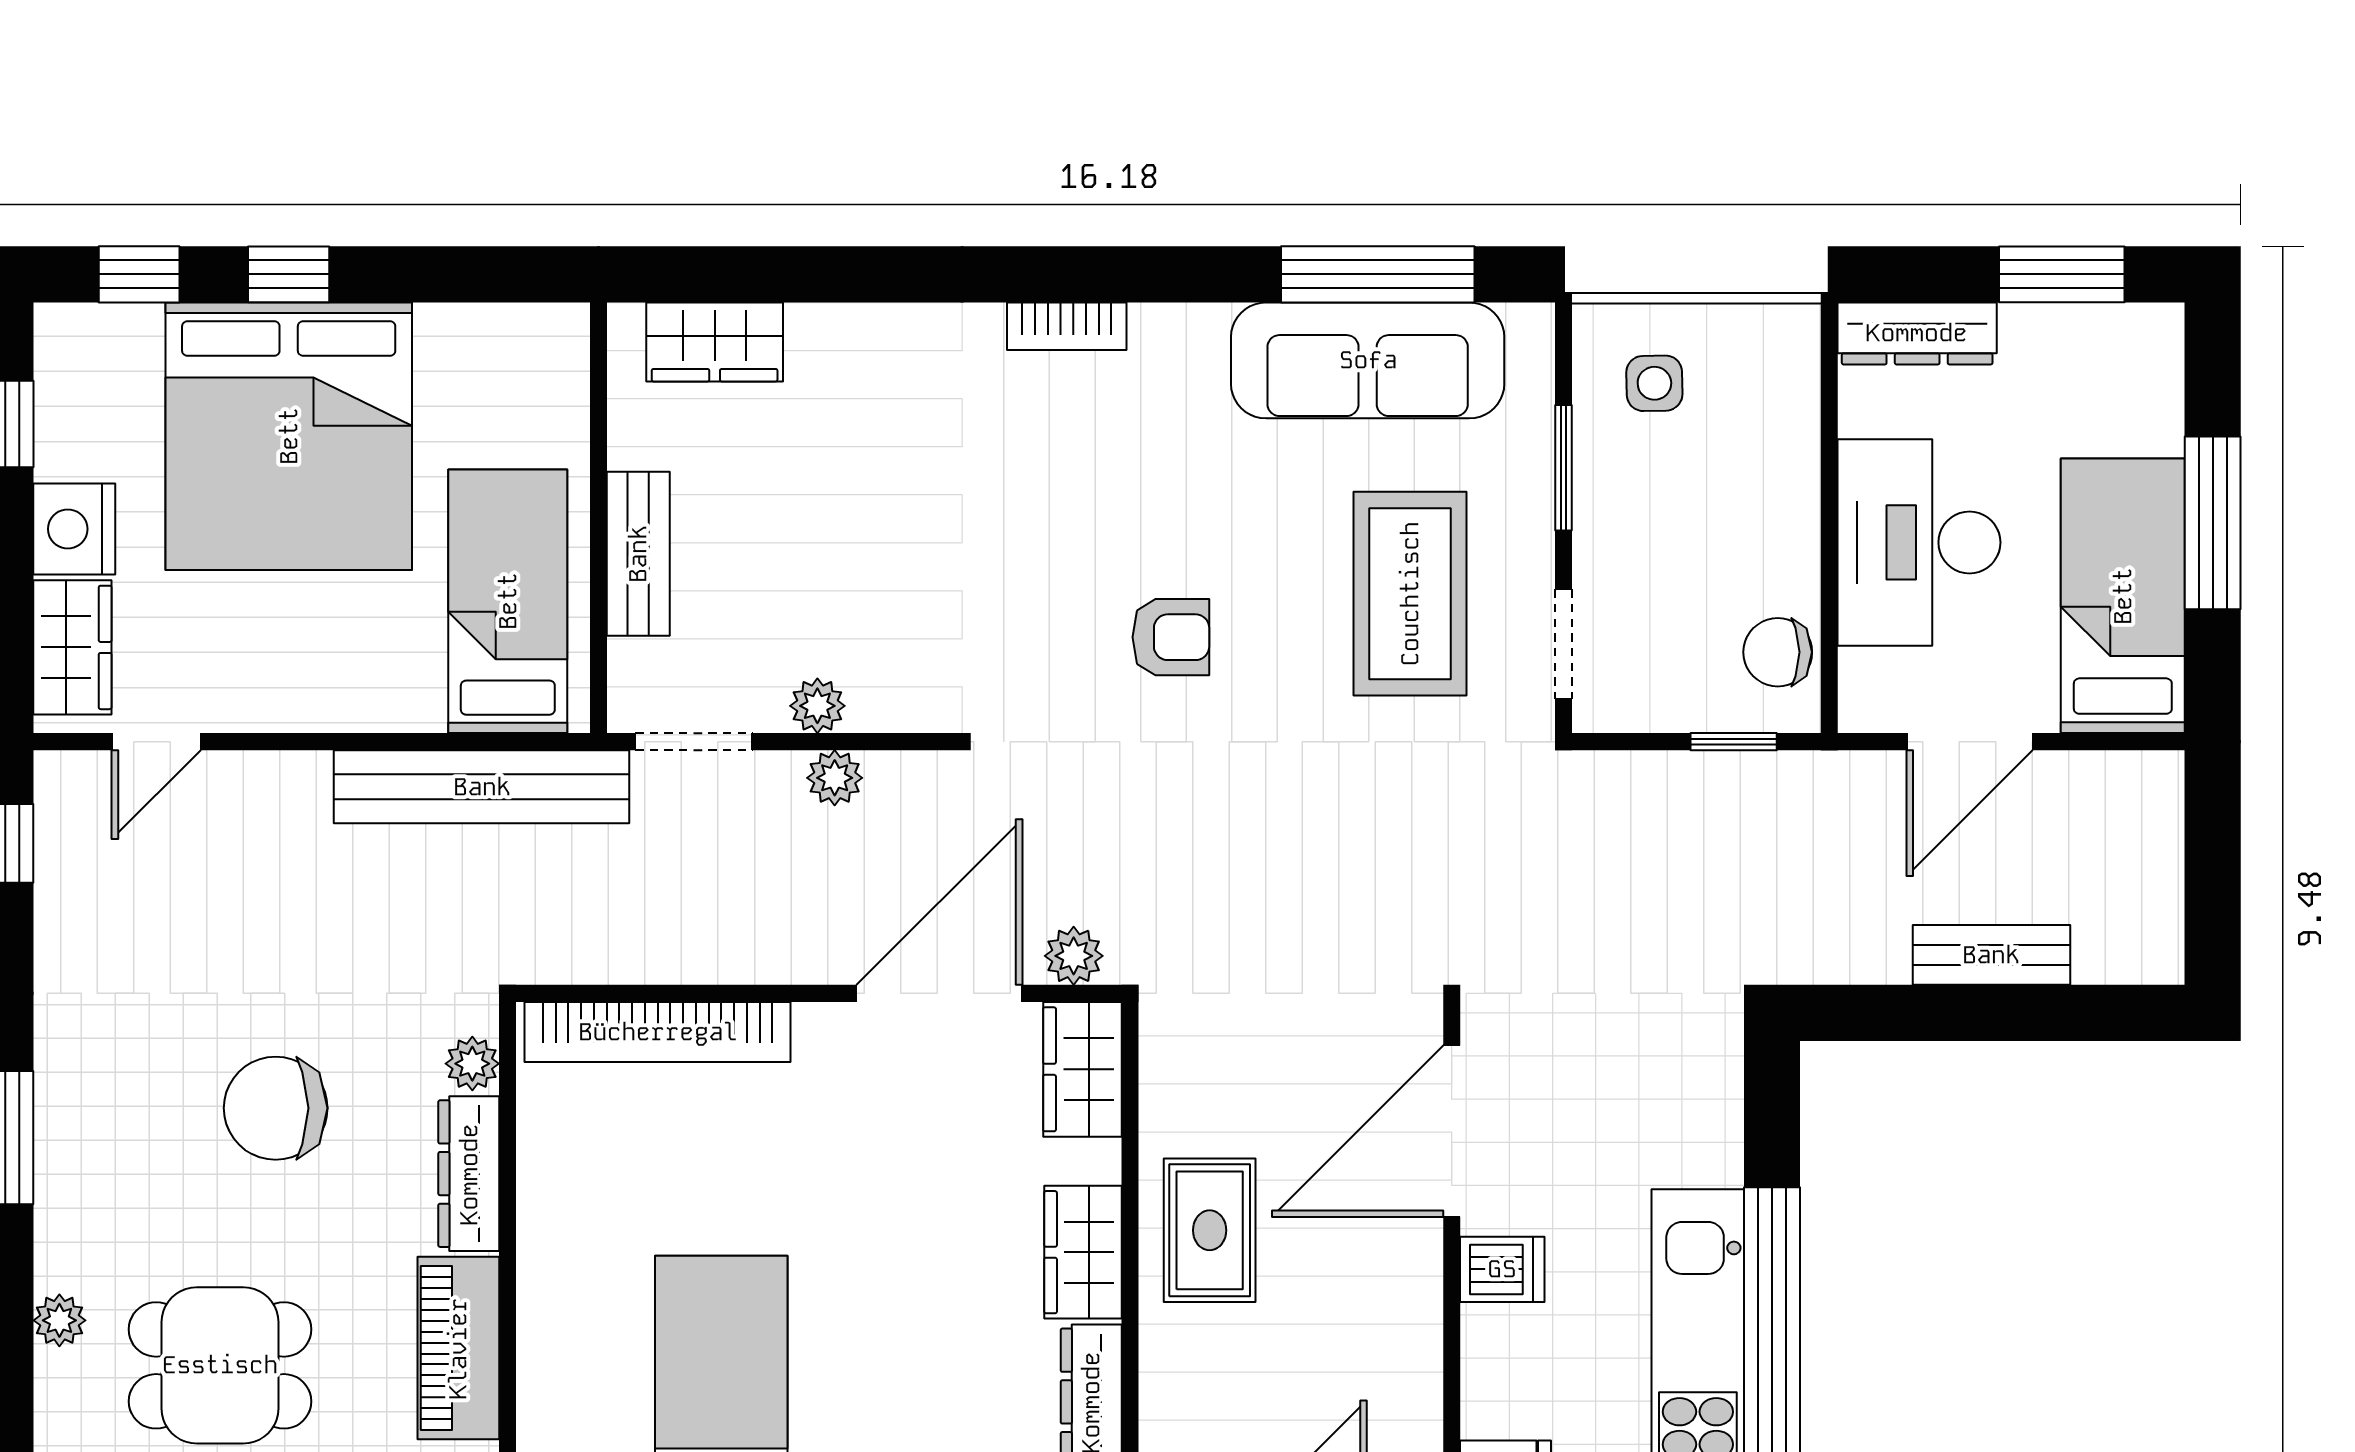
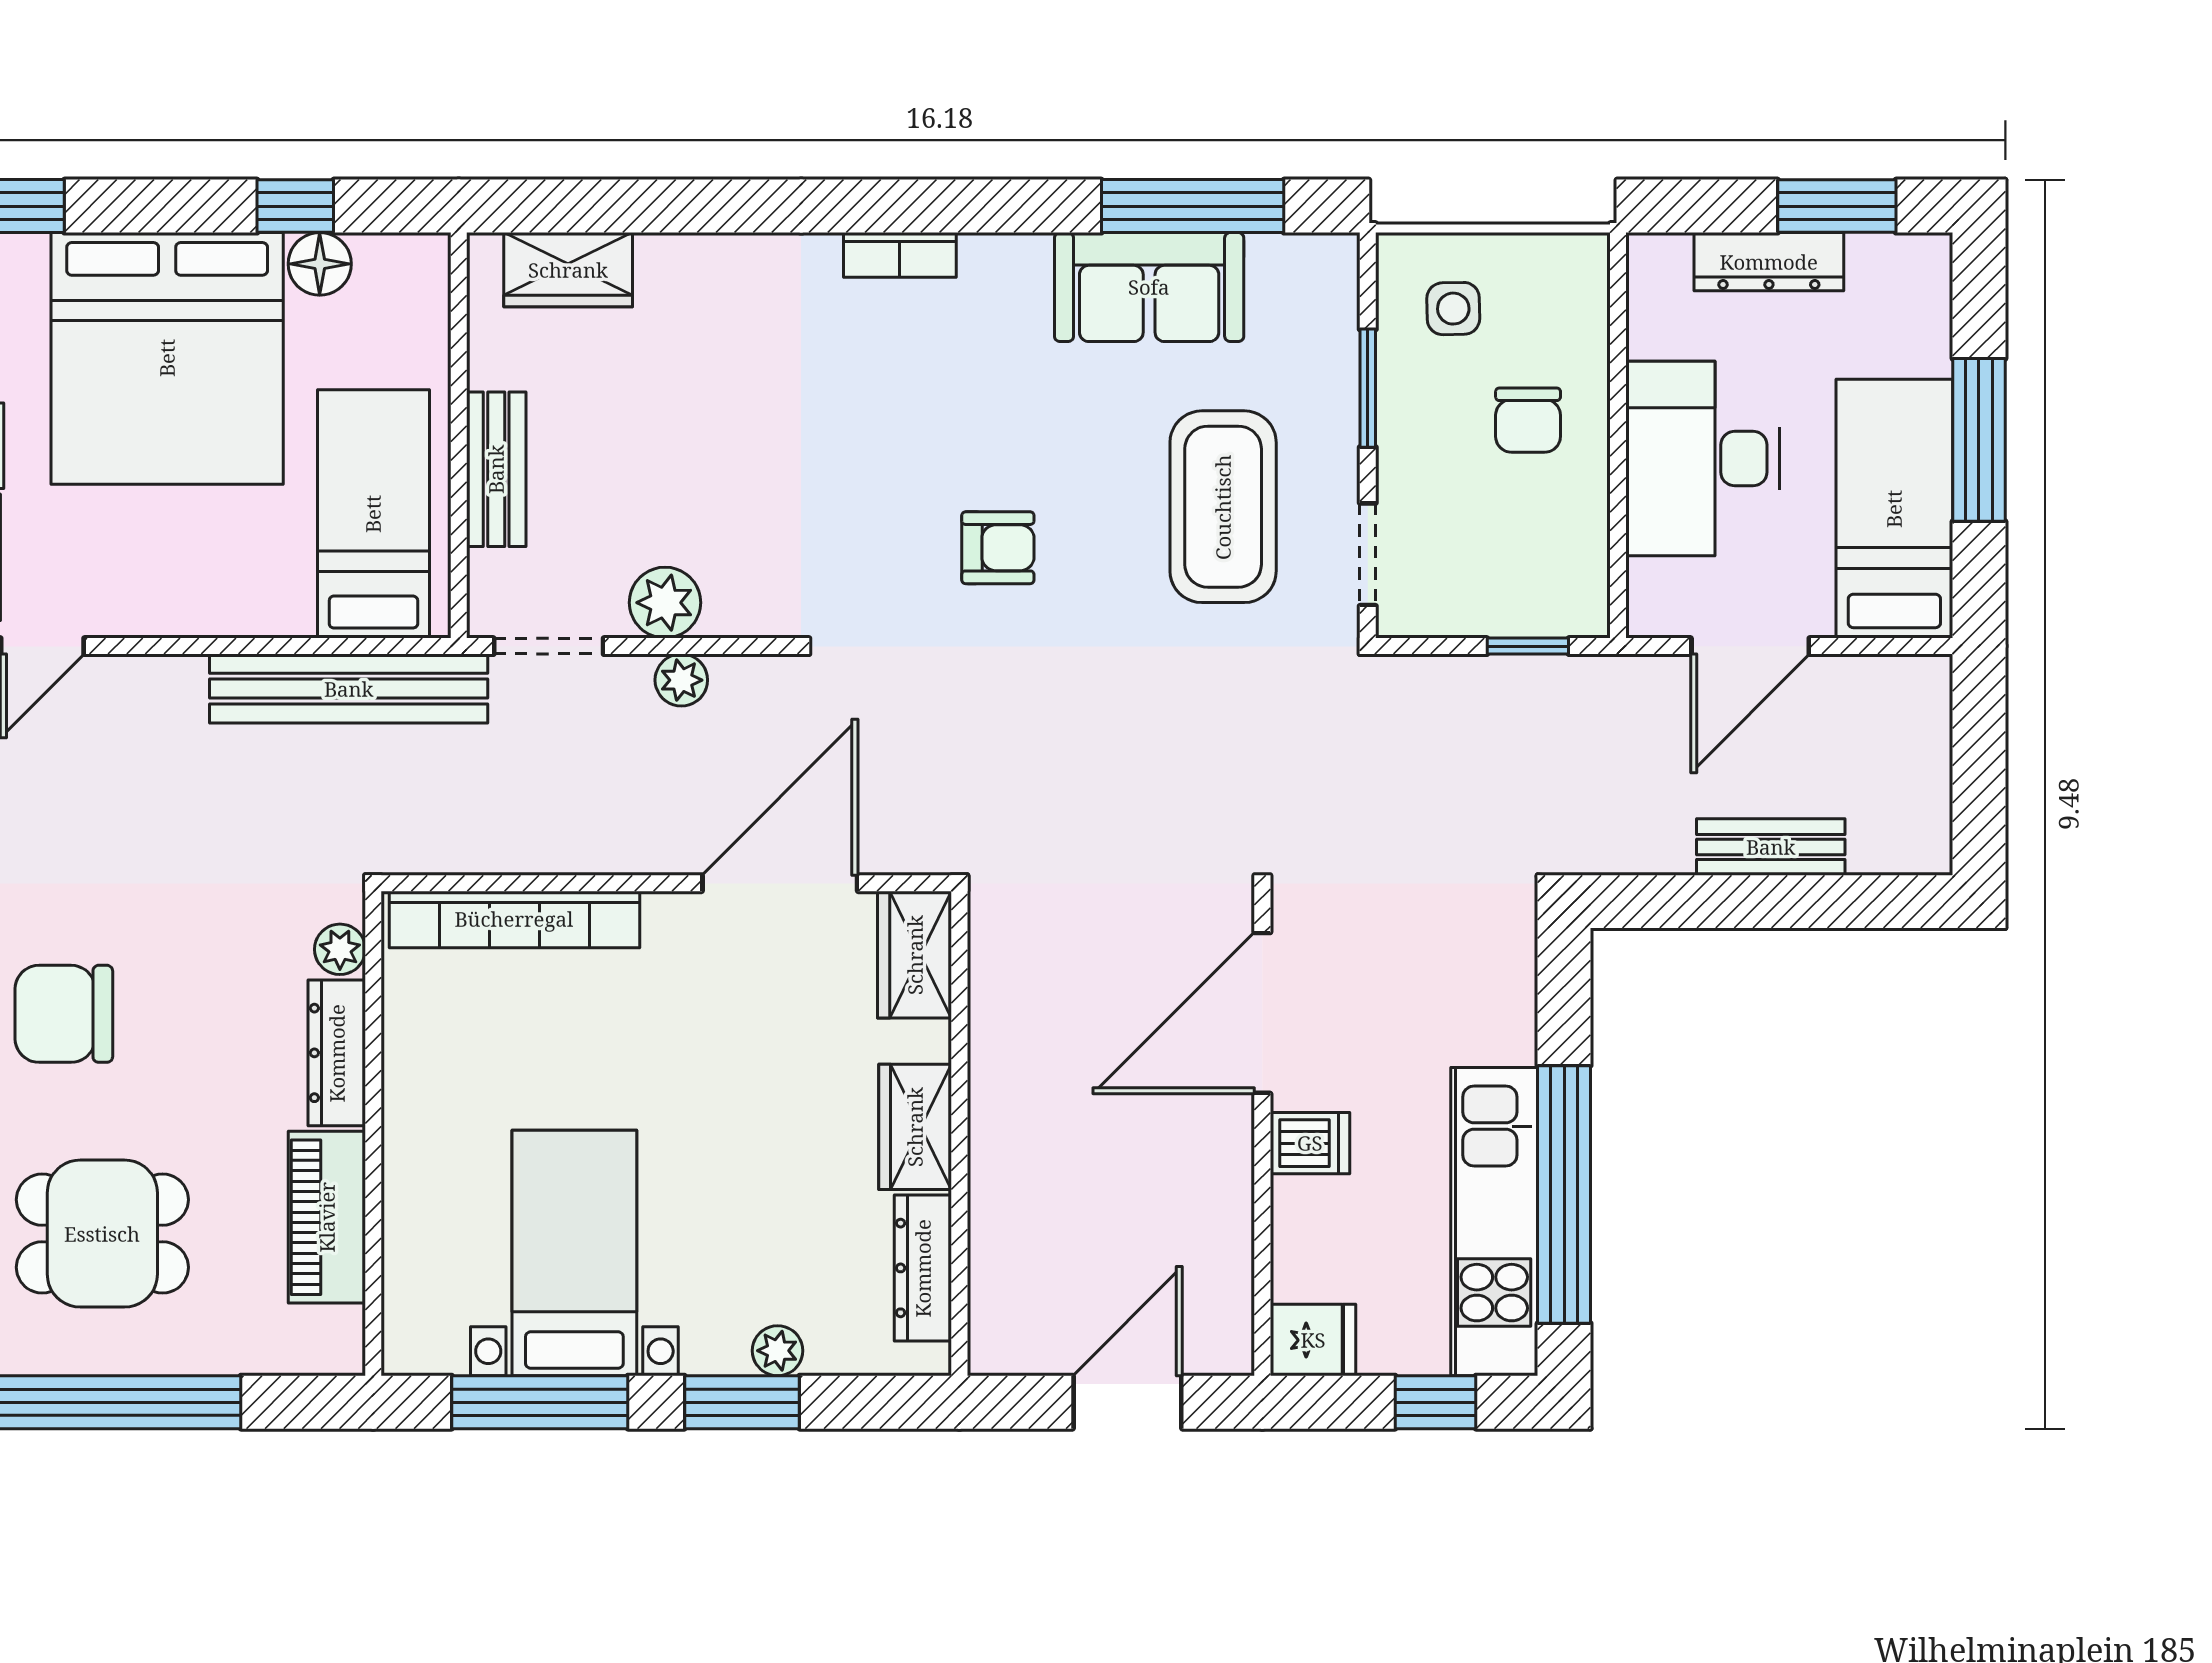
window: (289, 274) -> (295, 206), moved
dresser: (1917, 333) -> (1769, 262), moved
floor lamp: (451, 336) -> (320, 264), added
sofa: (1368, 360) -> (1149, 287), width x0.73
chair: (1778, 652) -> (1528, 420), moved, turned -90
plant: (817, 706) -> (665, 603), width x1.38, depth x1.38
plant: (1074, 956) -> (906, 848), removed
chair: (276, 1108) -> (64, 1014), moved
rug: (1210, 1230) -> (1034, 1106), removed

